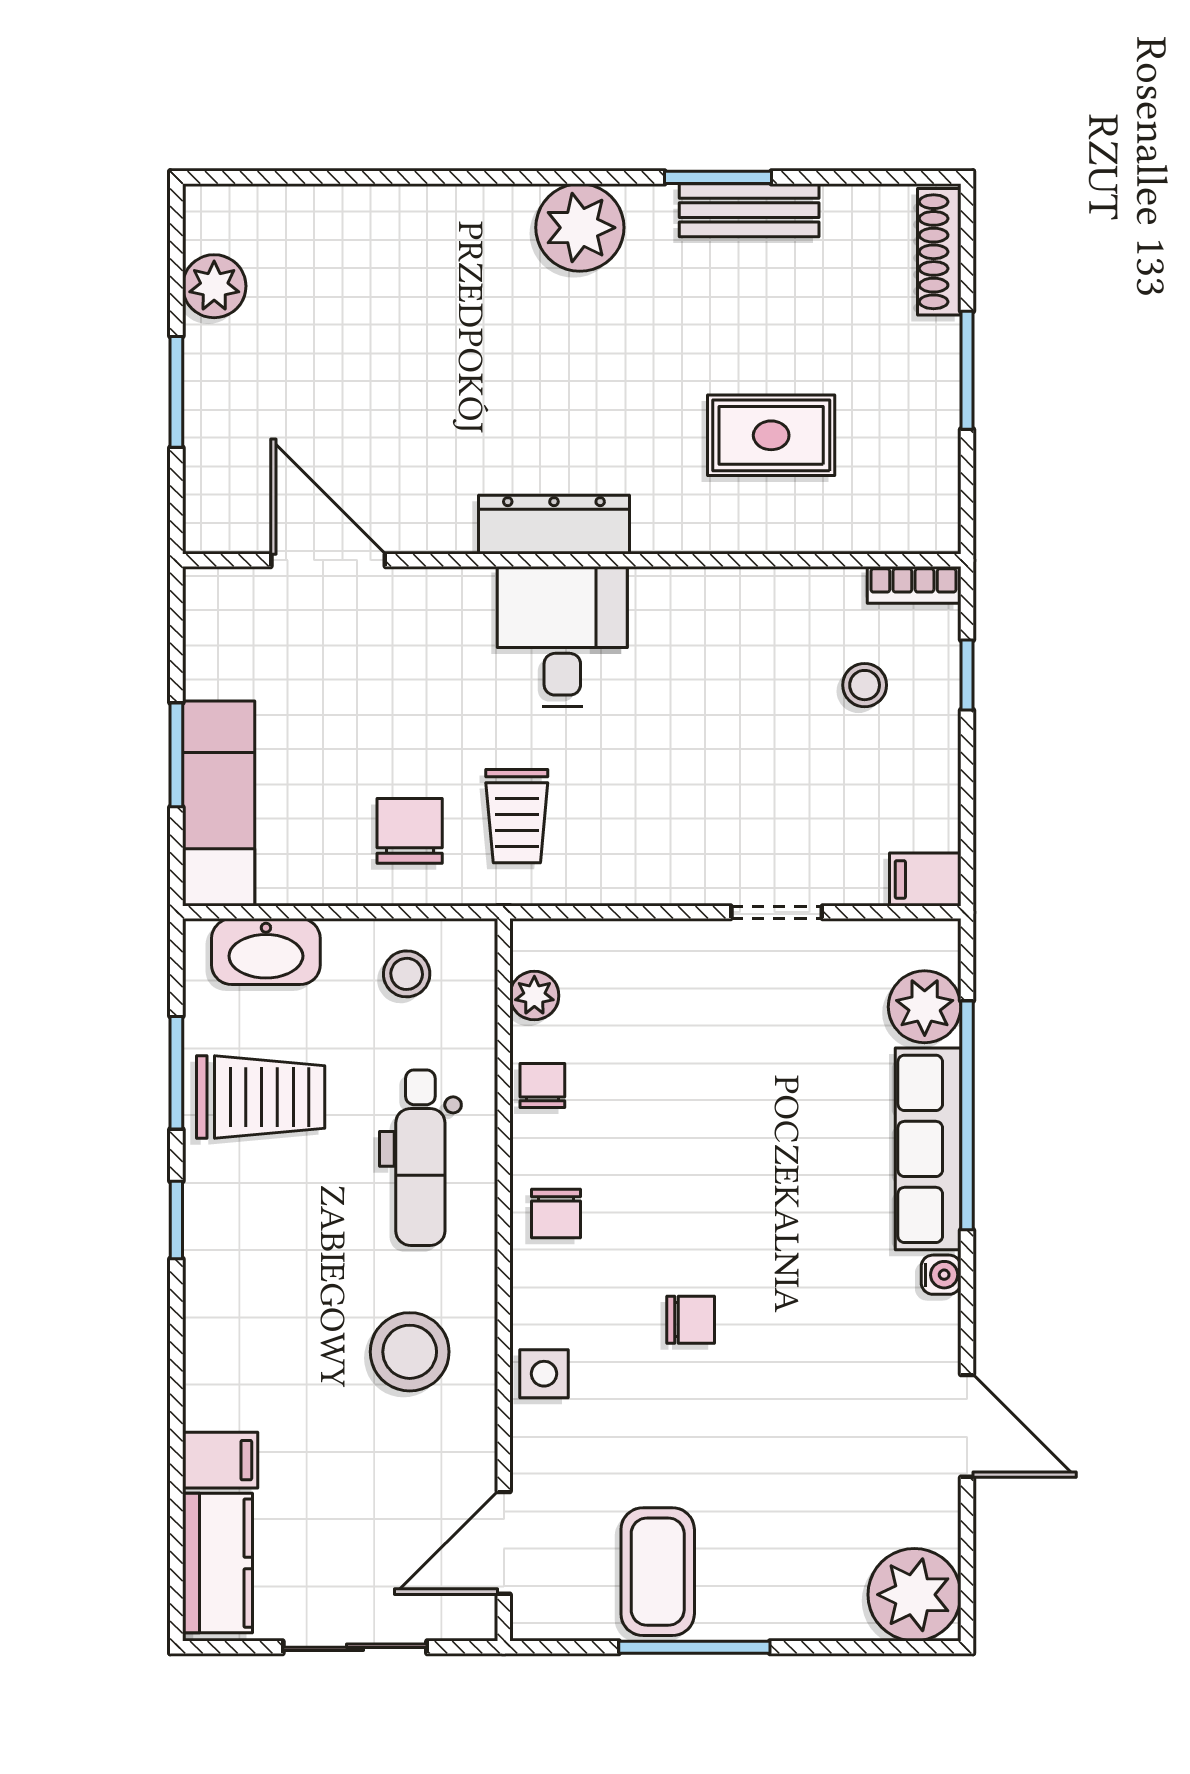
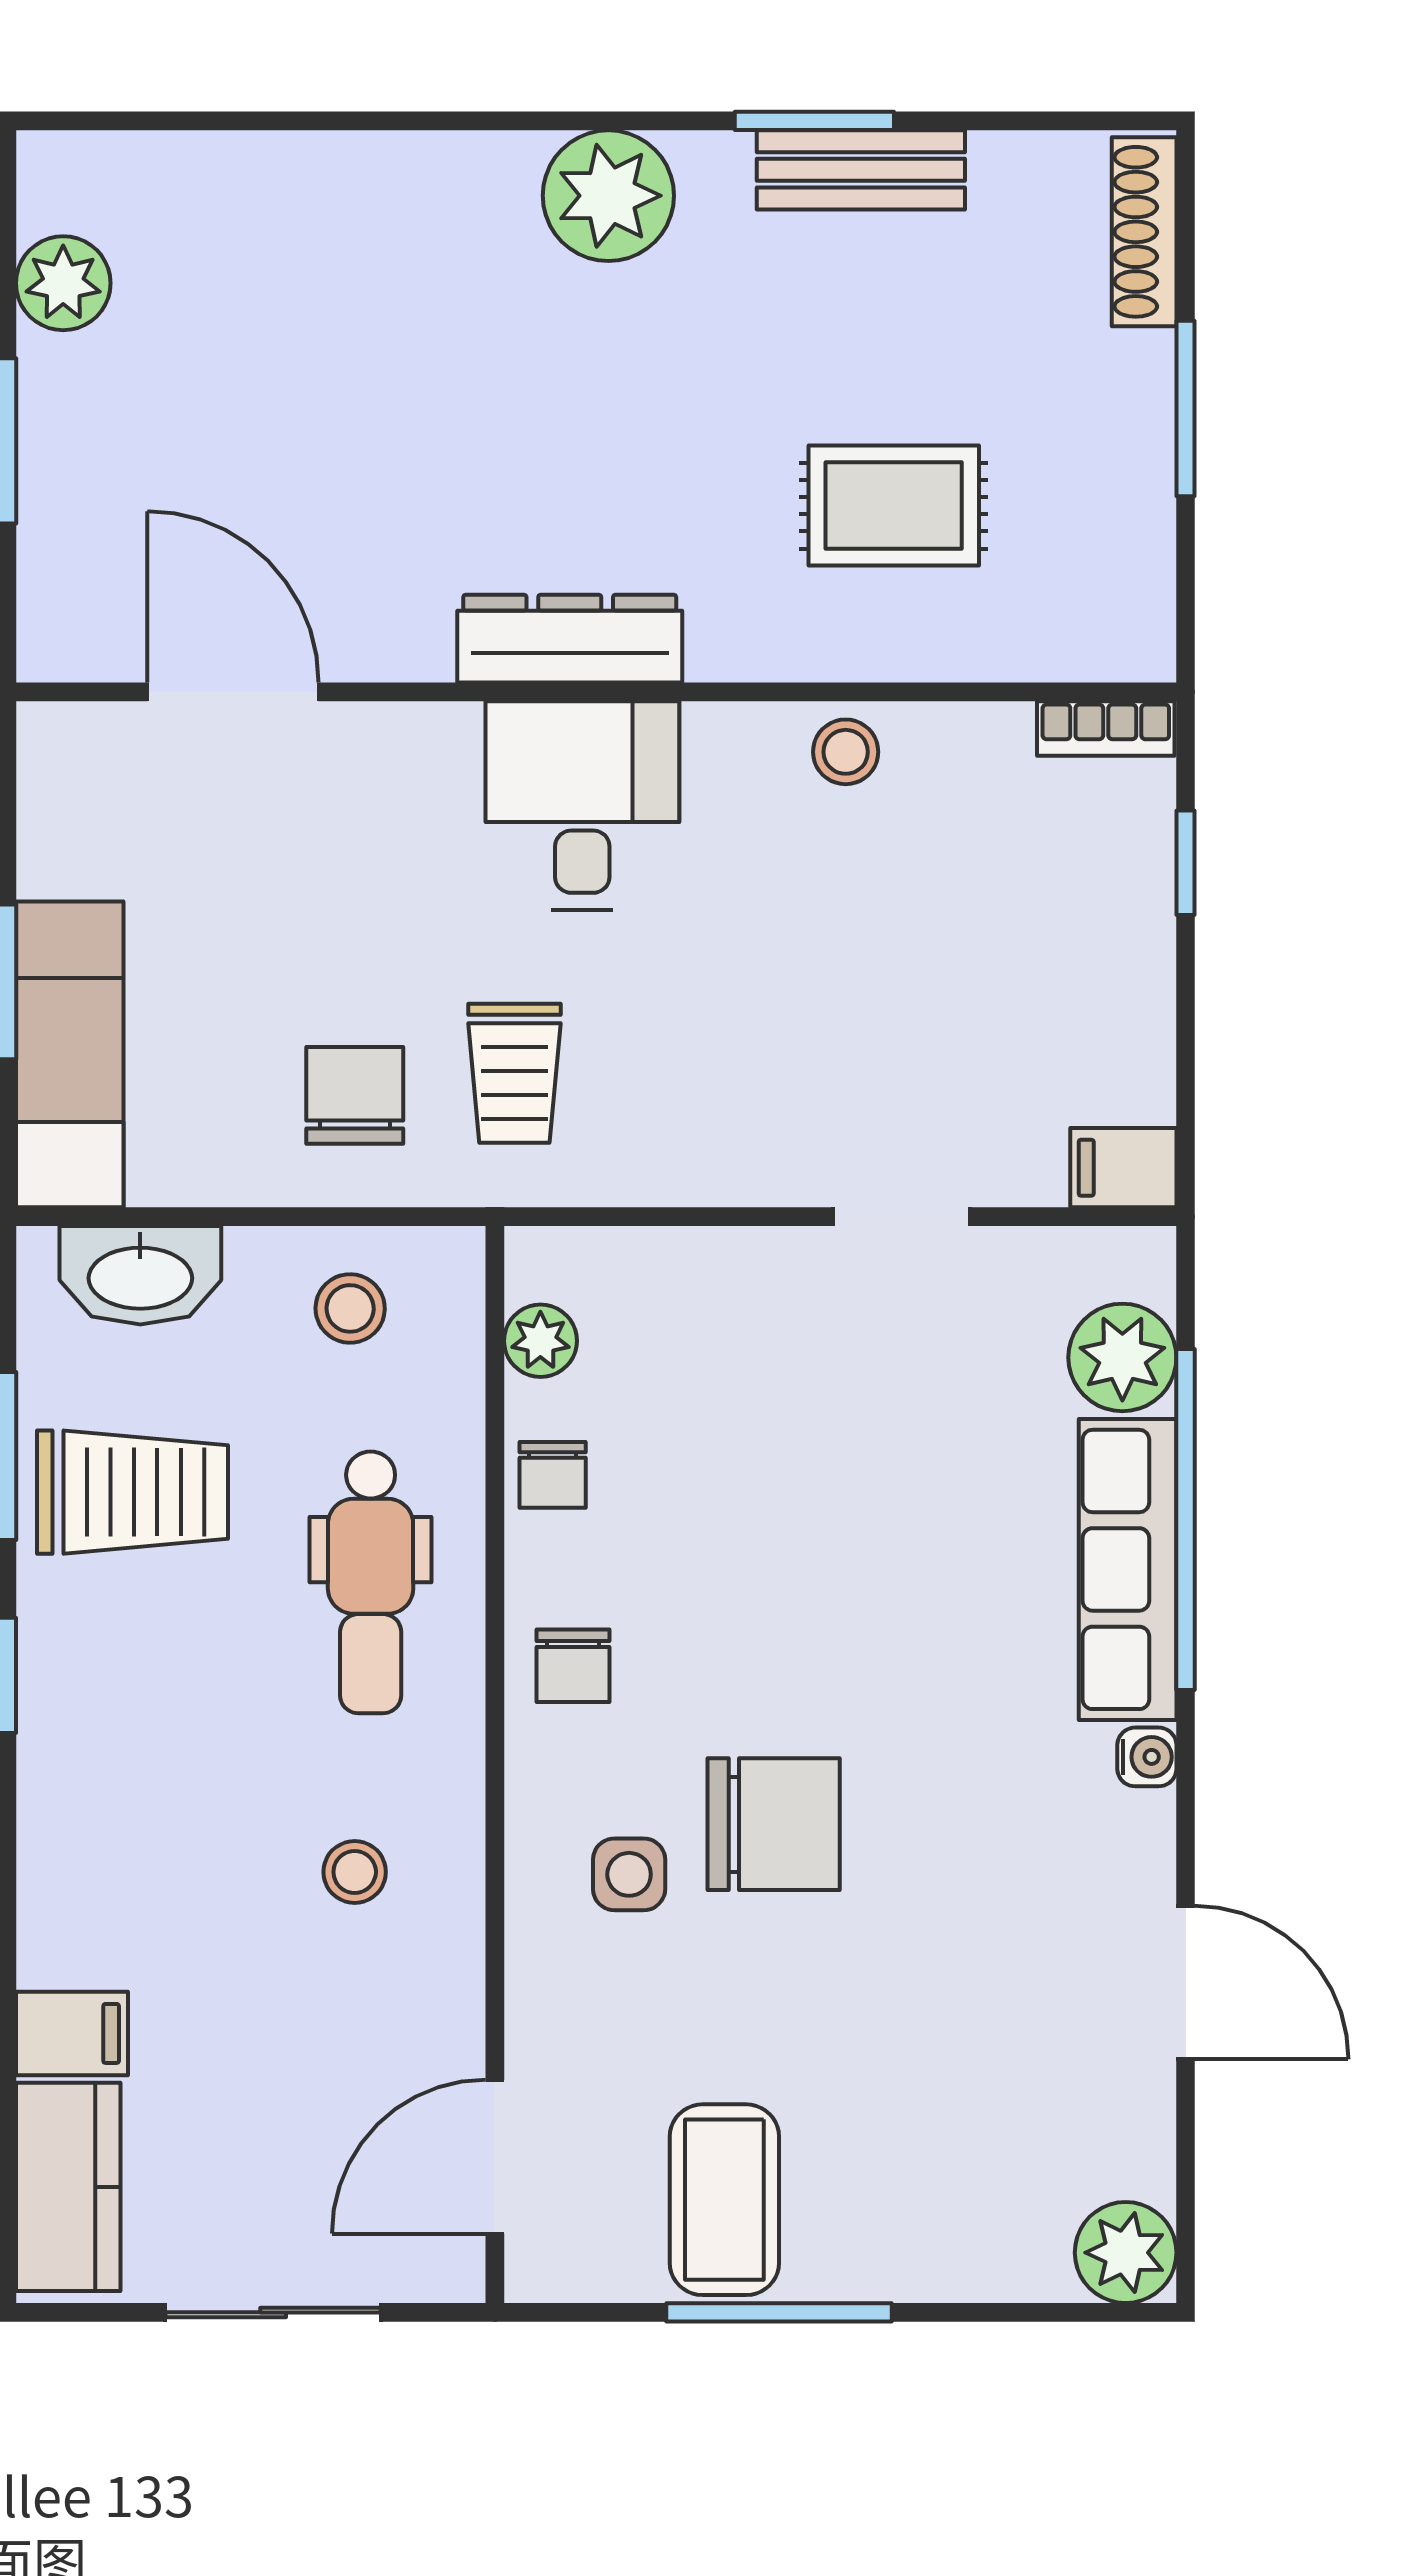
stool: (865, 685) -> (846, 752), moved
chair: (542, 1085) -> (553, 1475), turned 180
chair: (691, 1320) -> (774, 1824), width x1.87, depth x1.87
stool: (410, 1352) -> (355, 1872), width x0.53, depth x0.53
side table: (544, 1374) -> (629, 1874), moved
plant: (914, 1595) -> (1126, 2253), width x0.73, depth x0.73

